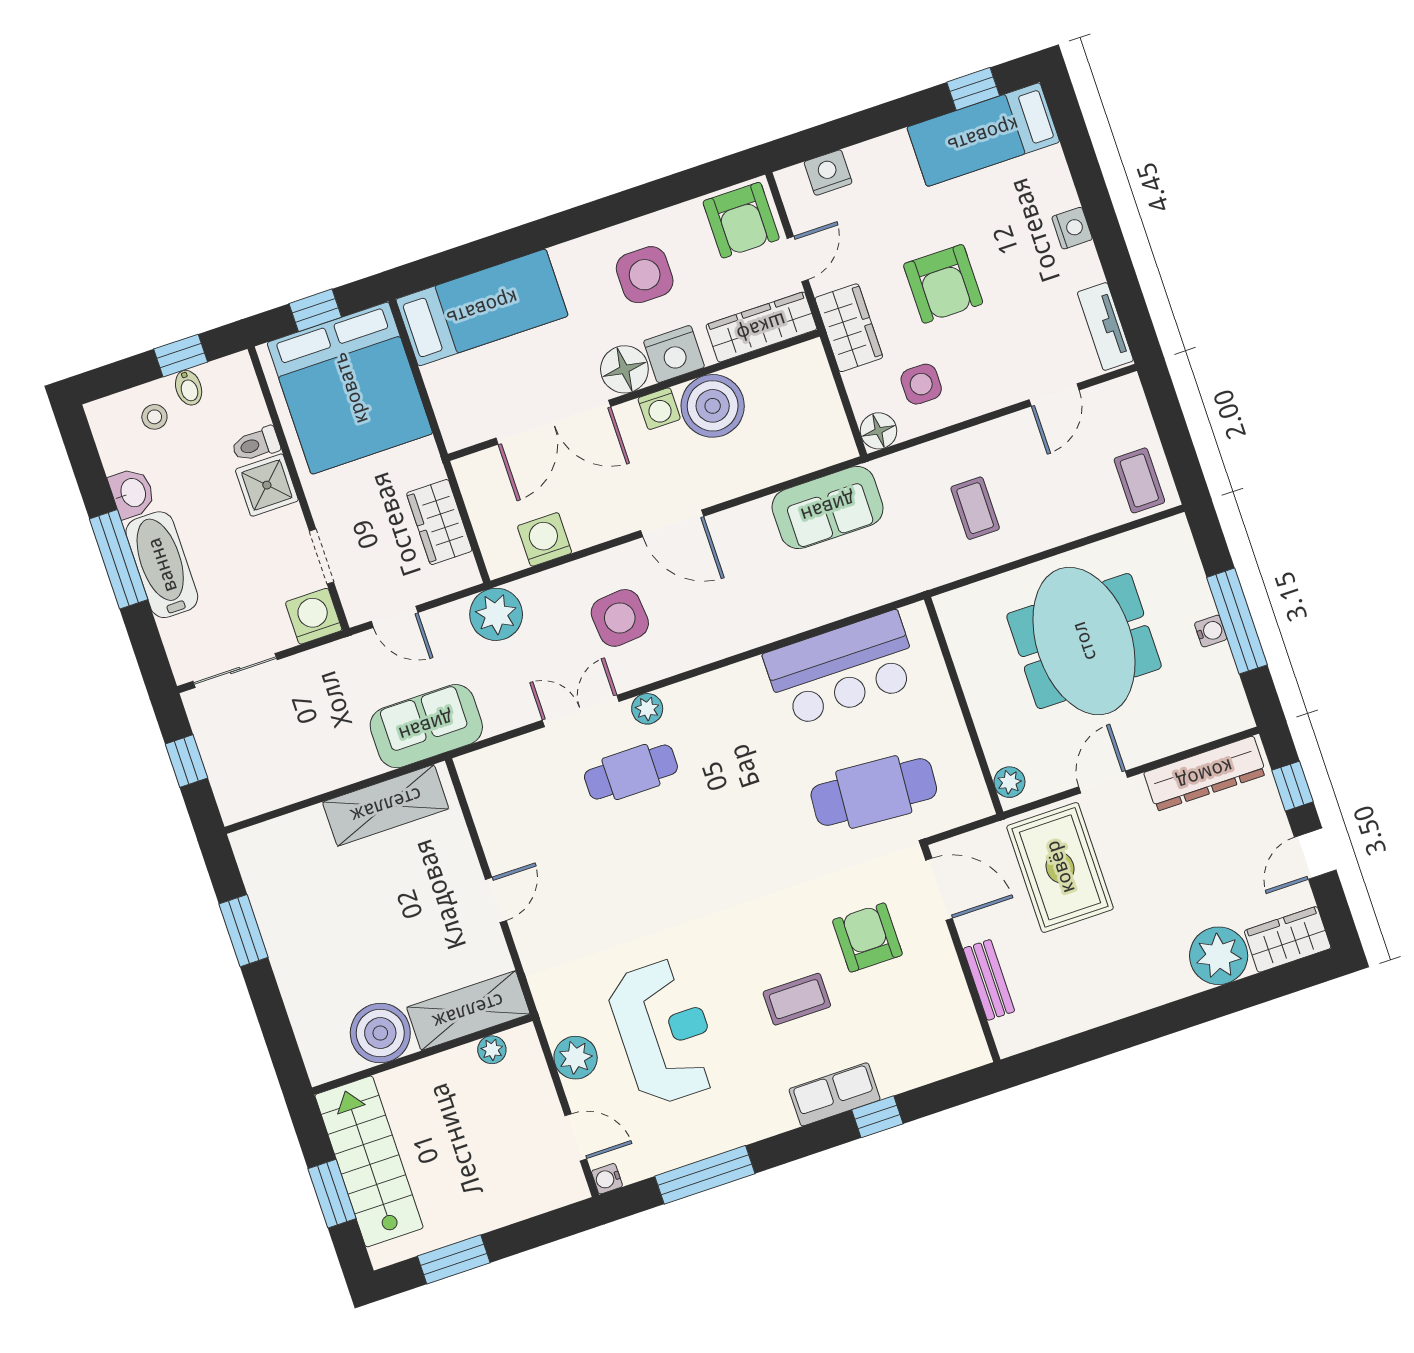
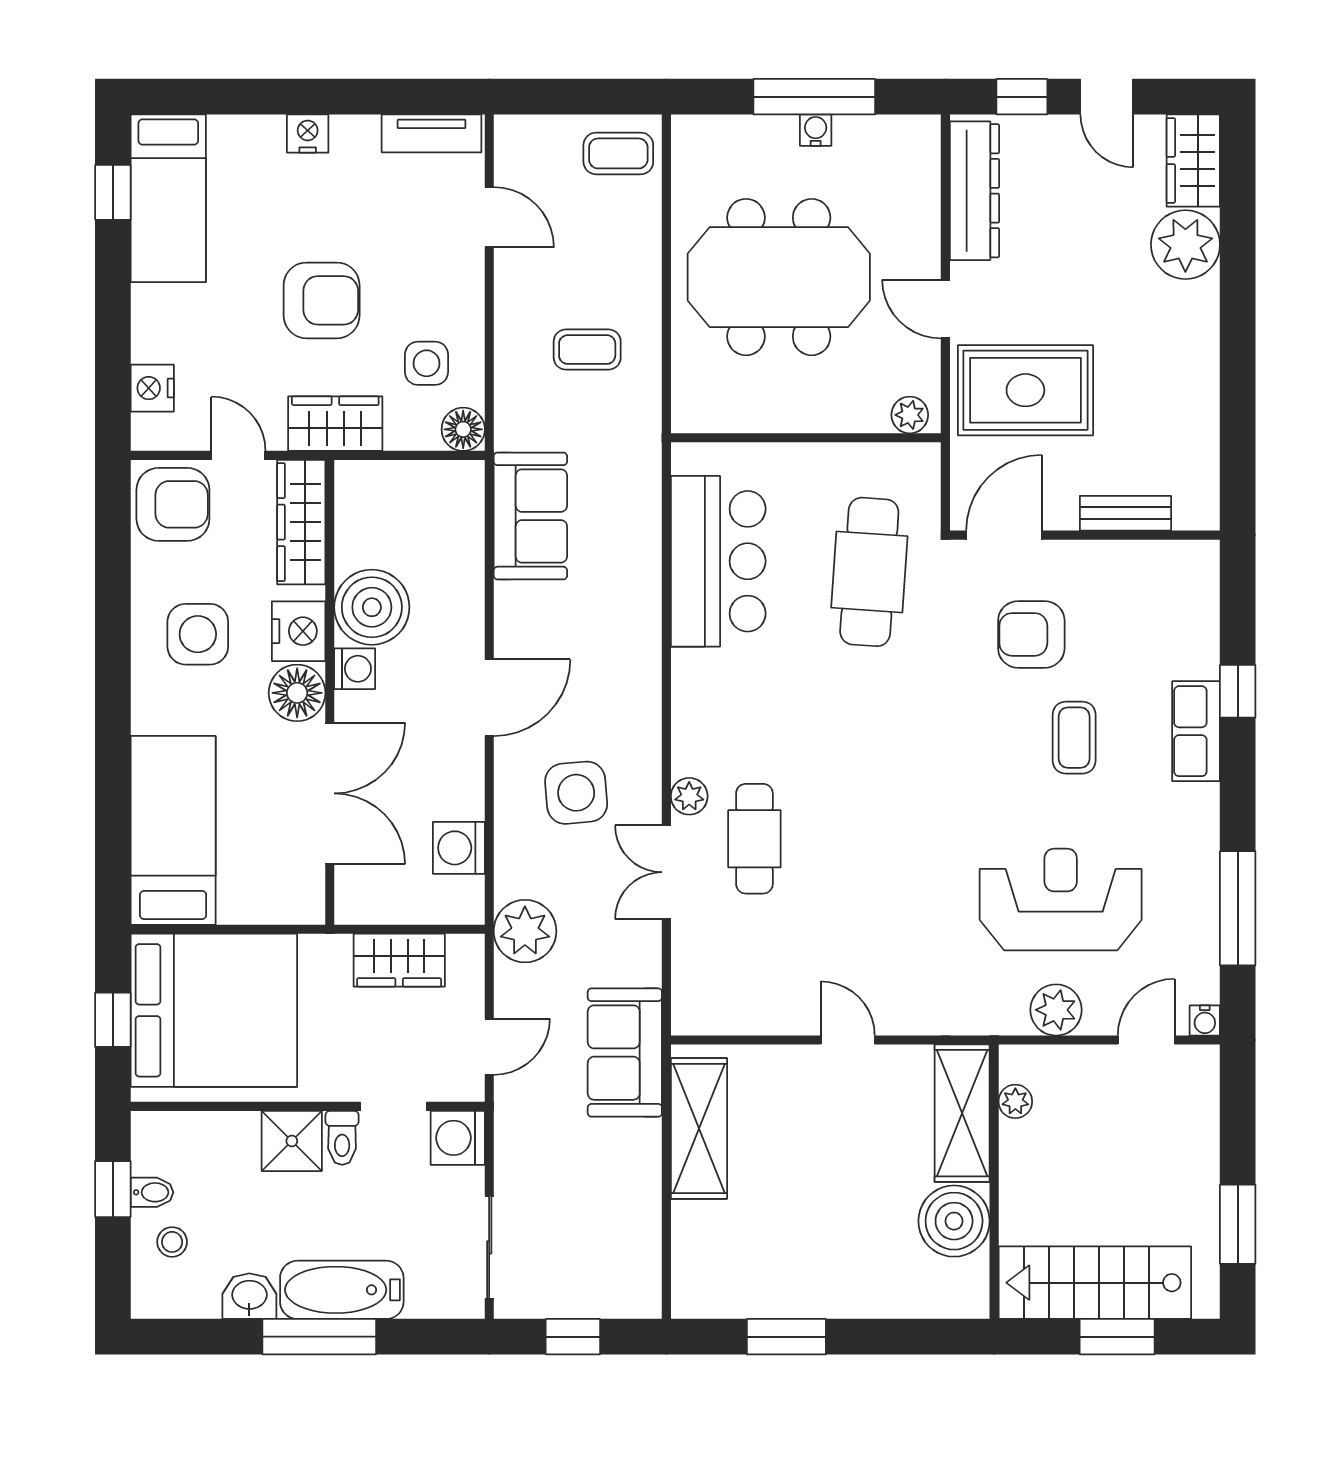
toilet: (256, 444) -> (342, 1138), moved

